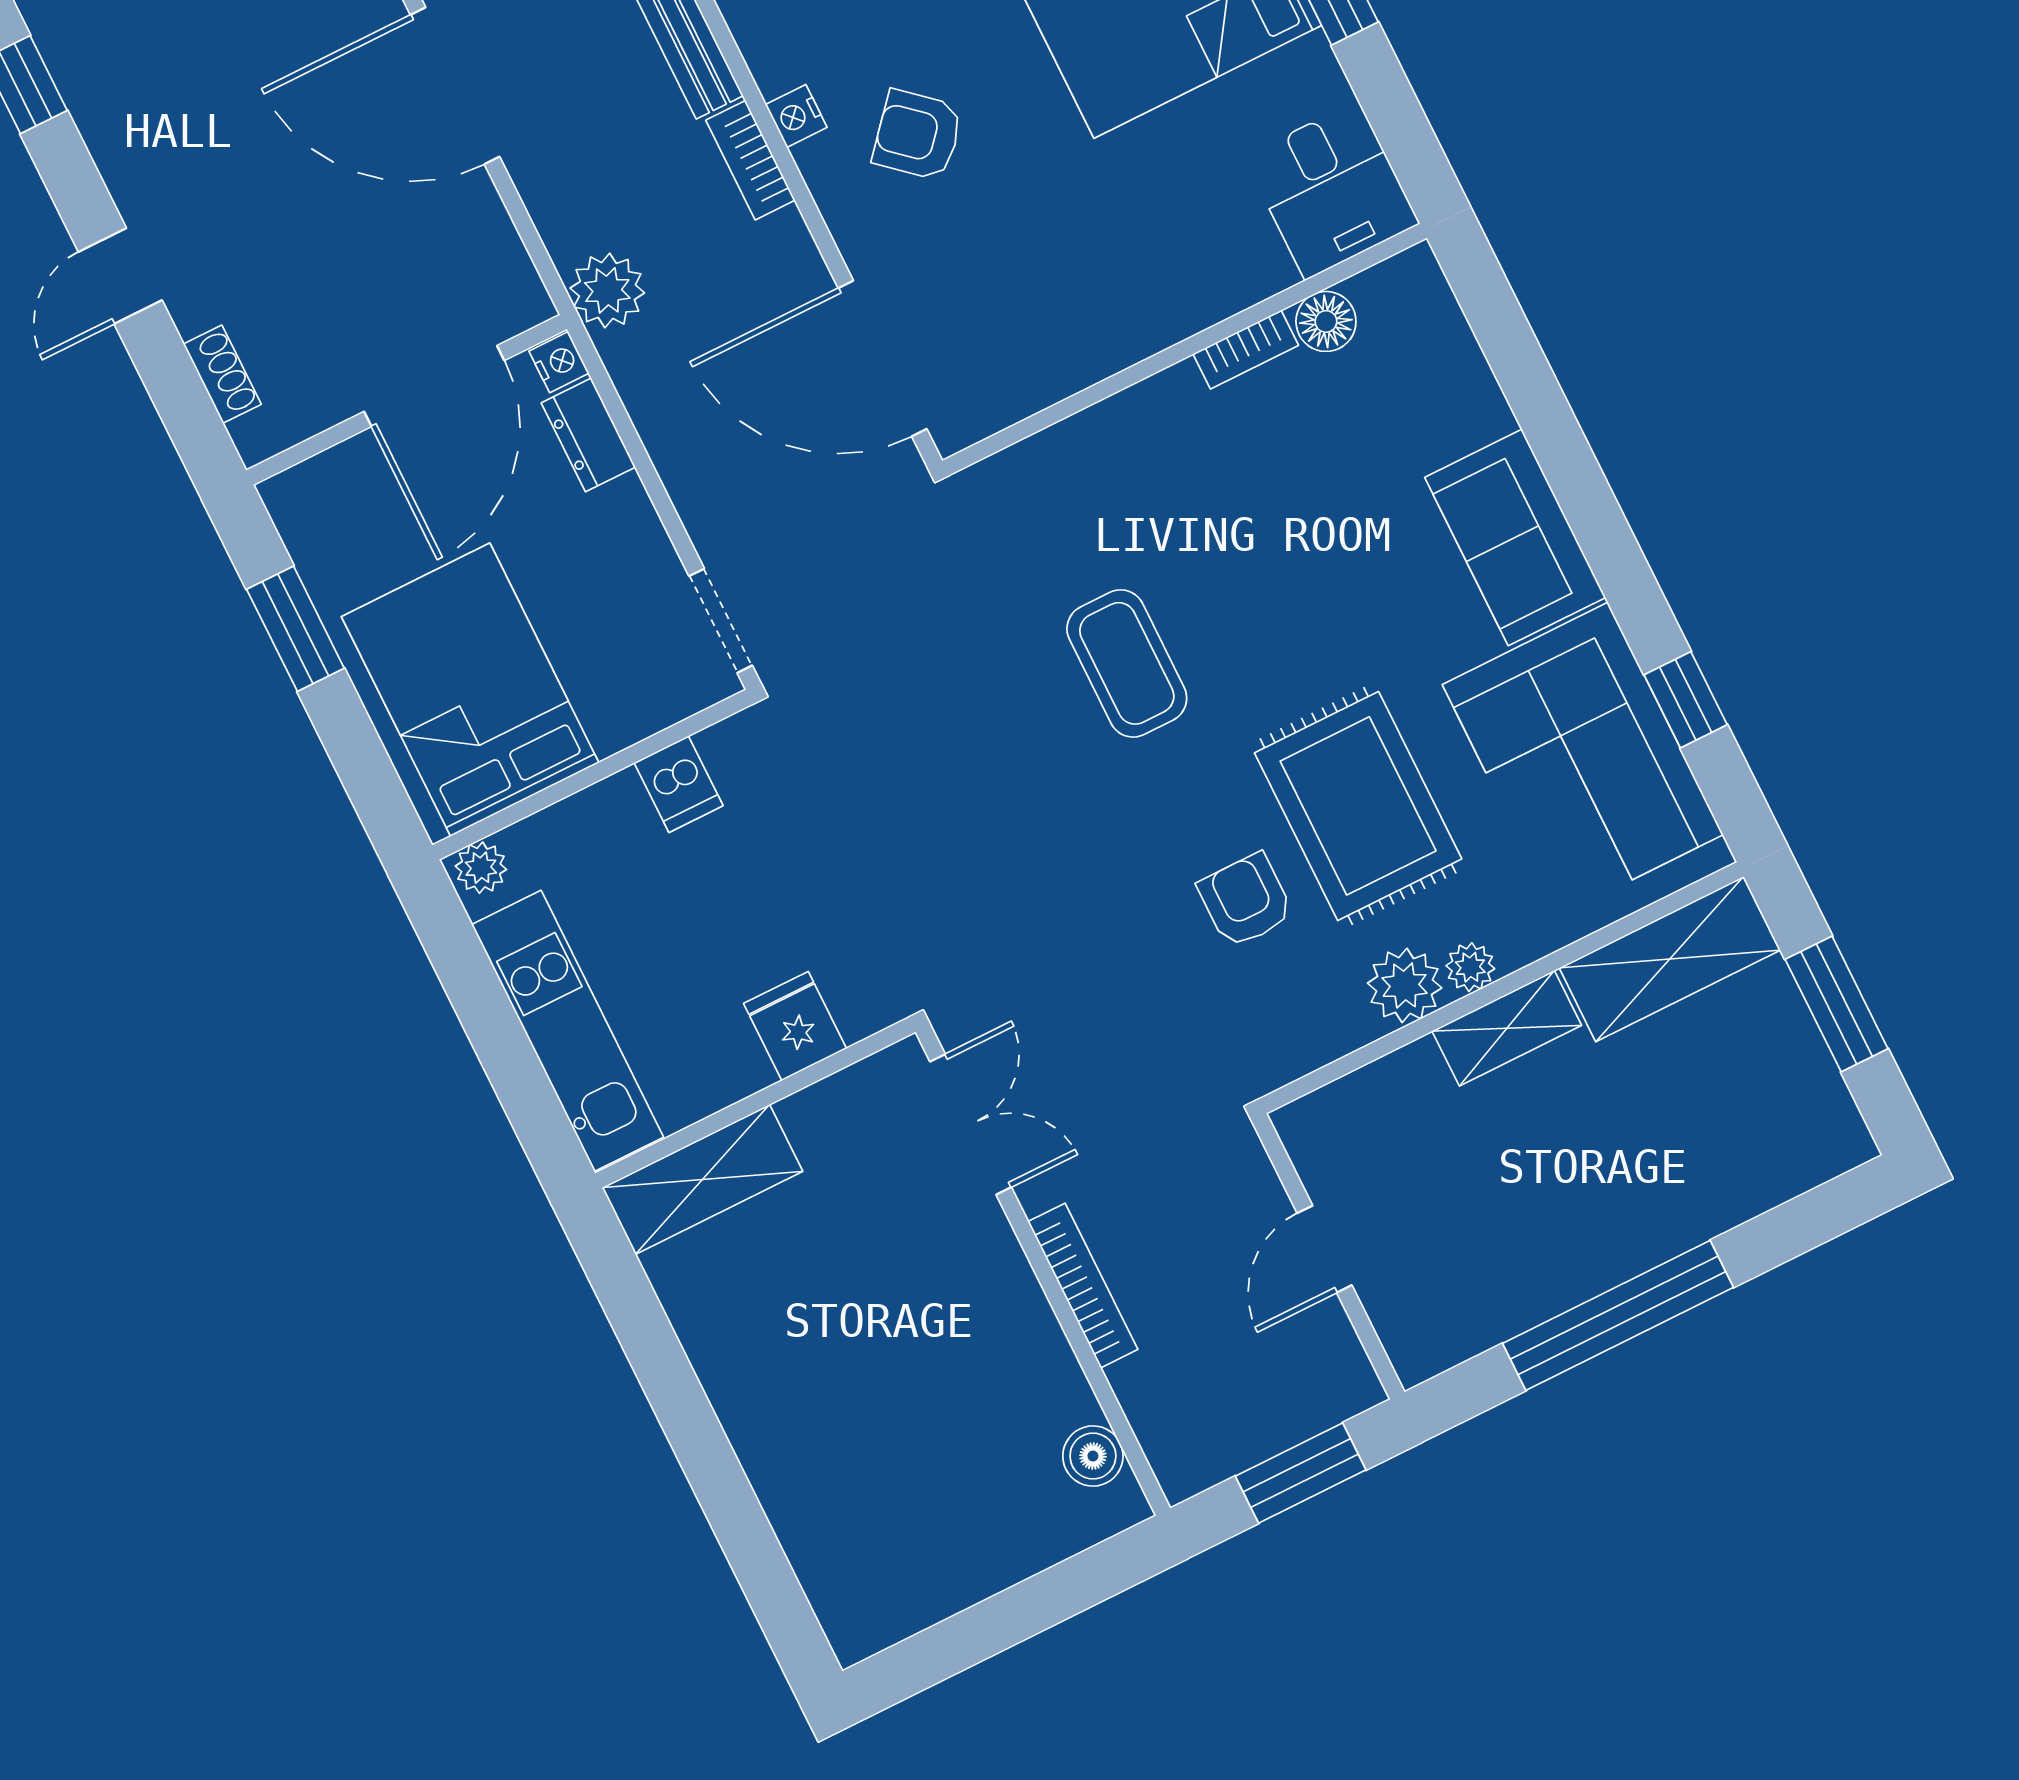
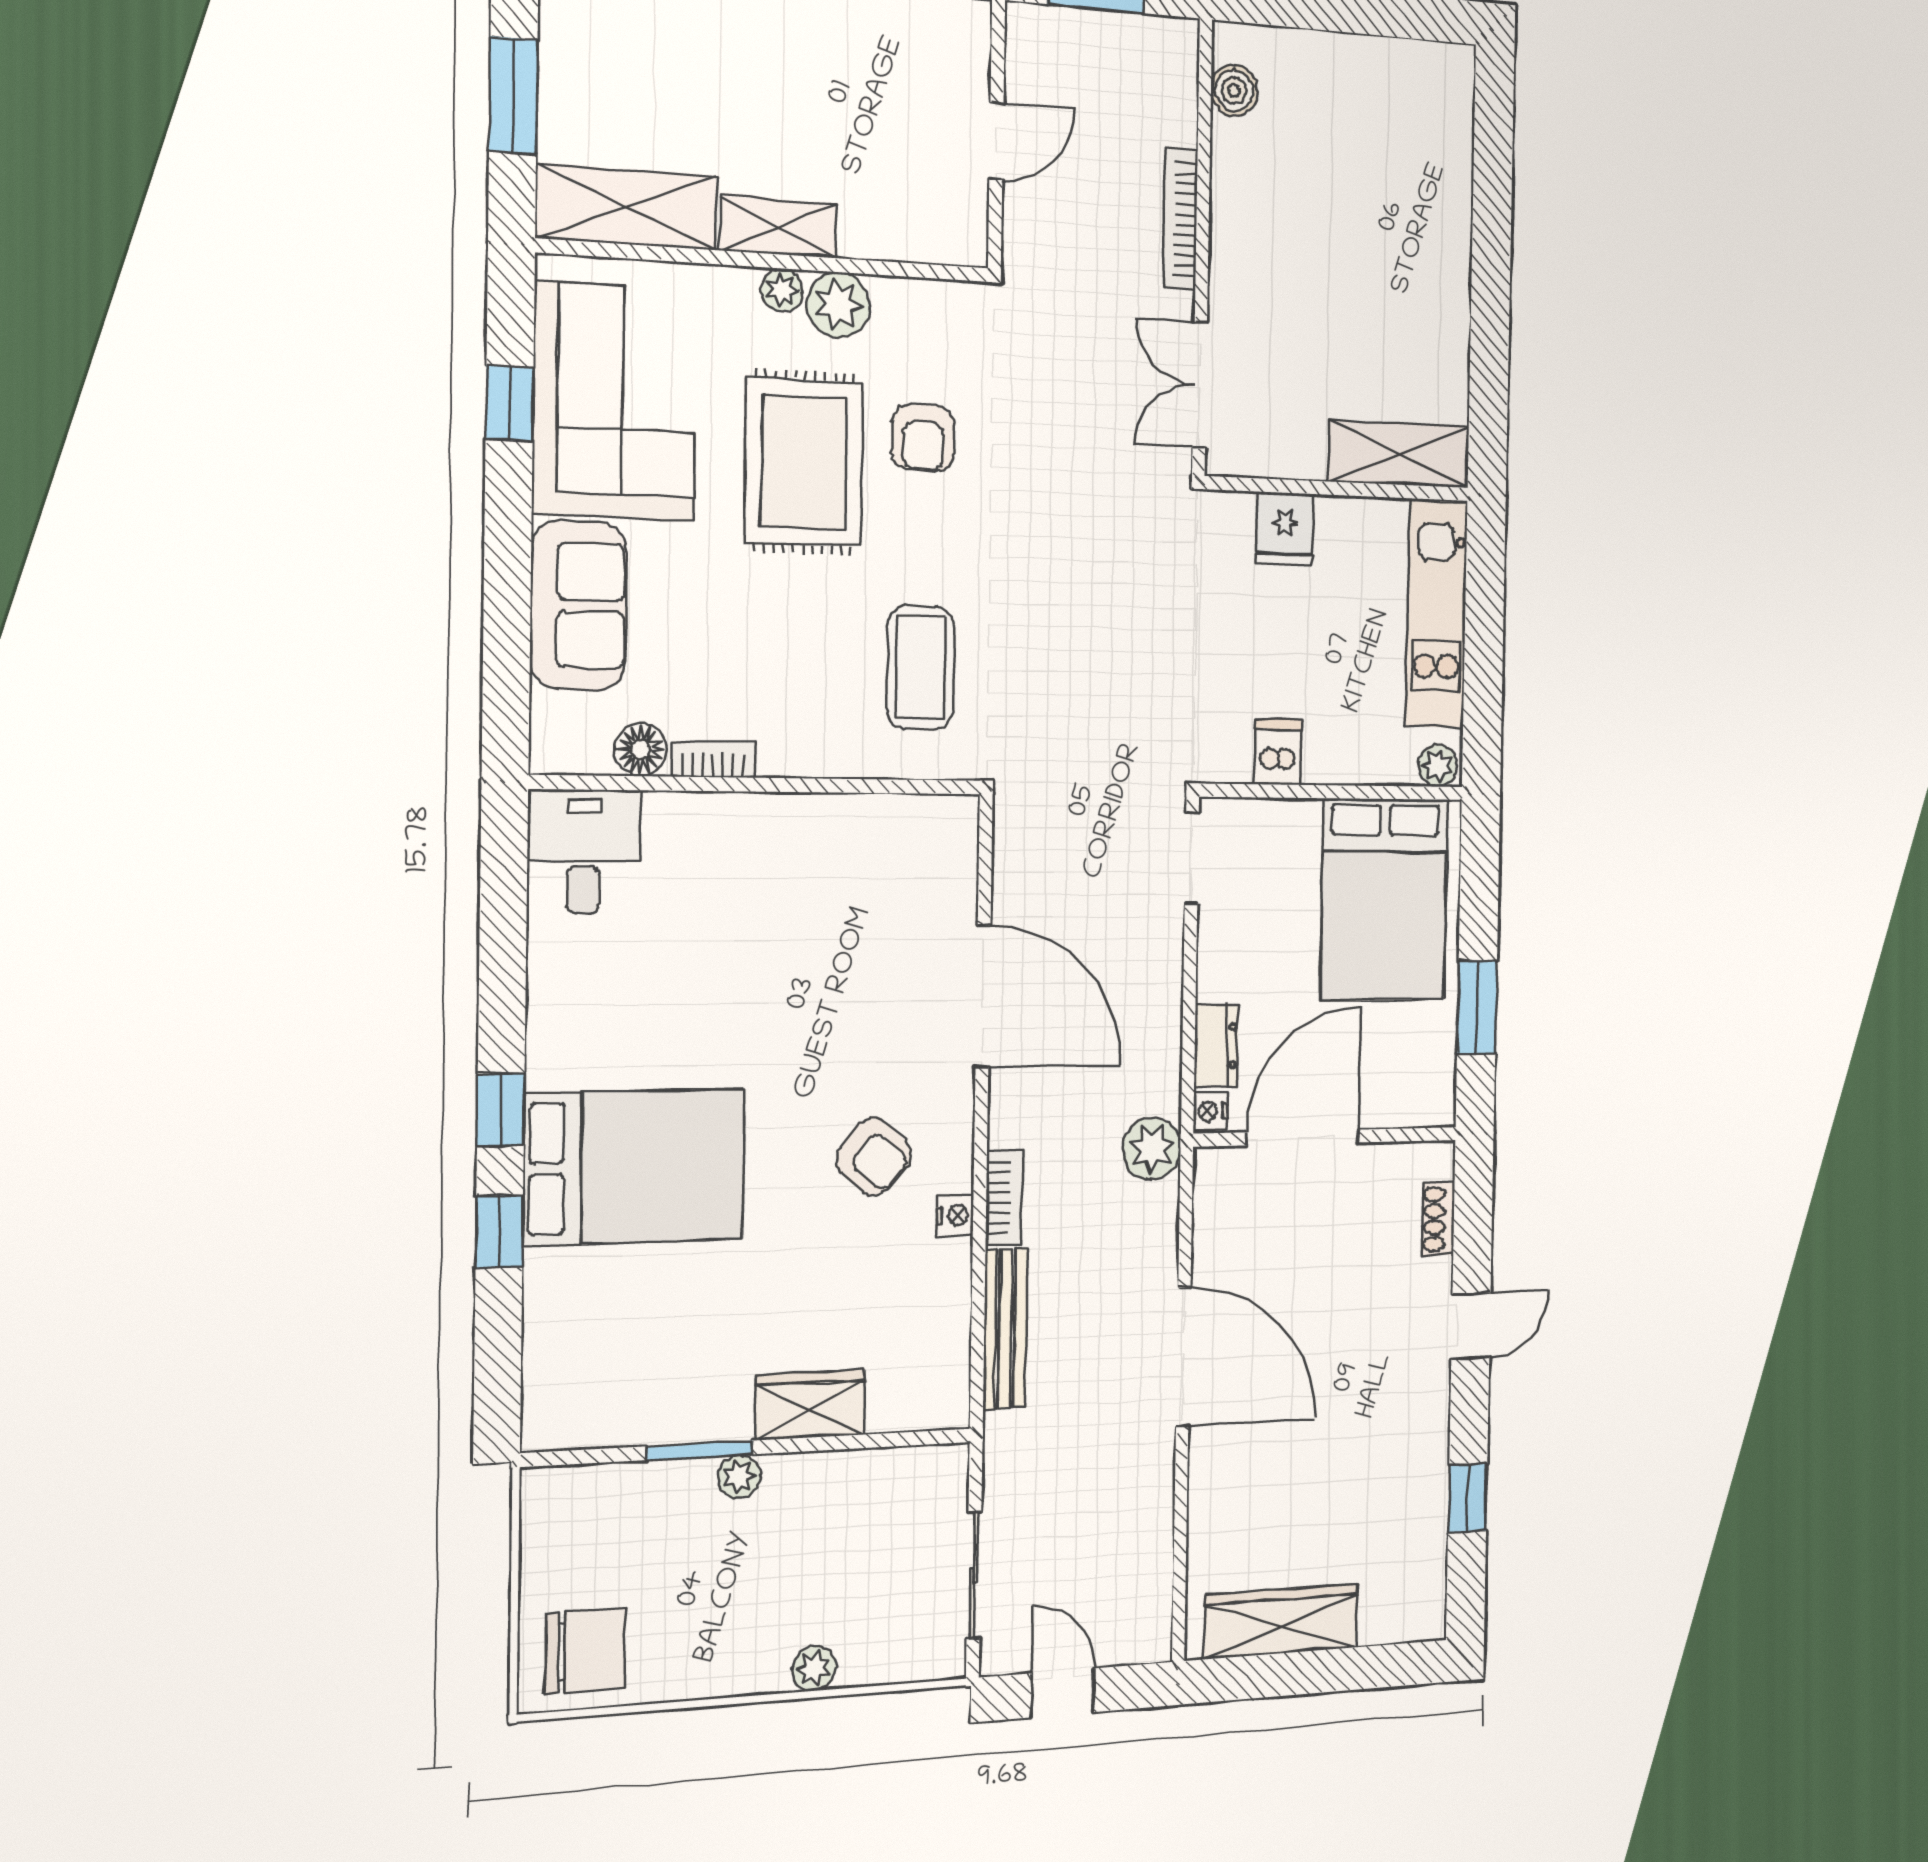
desk: (1332, 190) -> (584, 852), moved
floor lamp: (1326, 321) -> (641, 750), moved
wall: (1185, 349) -> (759, 785), moved
bookcase: (1246, 350) -> (713, 760), moved

